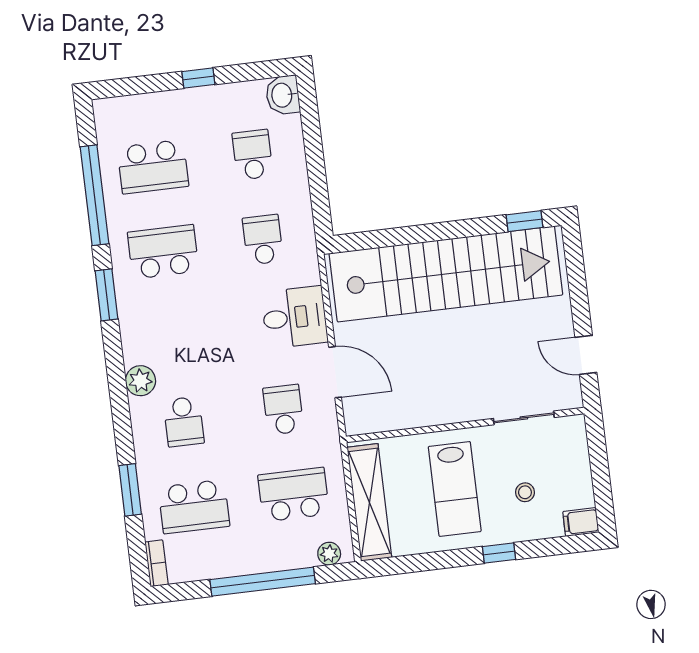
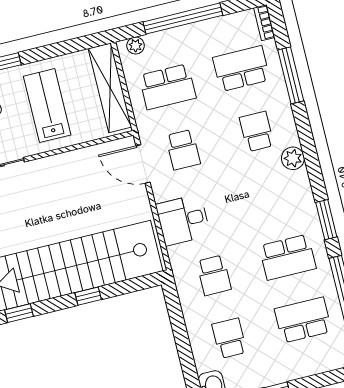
school desk: (252, 155) -> (229, 338), turned 180
window: (431, 232) -> (88, 296), added
door: (335, 372) -> (143, 164), moved
window: (130, 490) -> (291, 75), width x1.44

